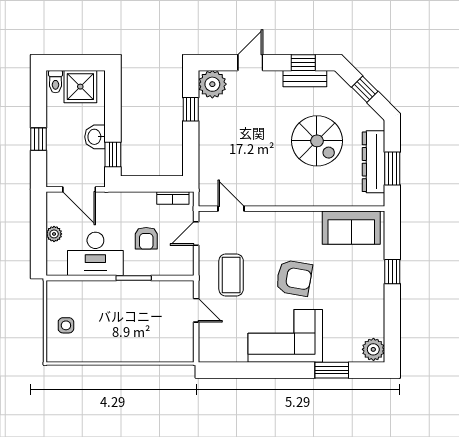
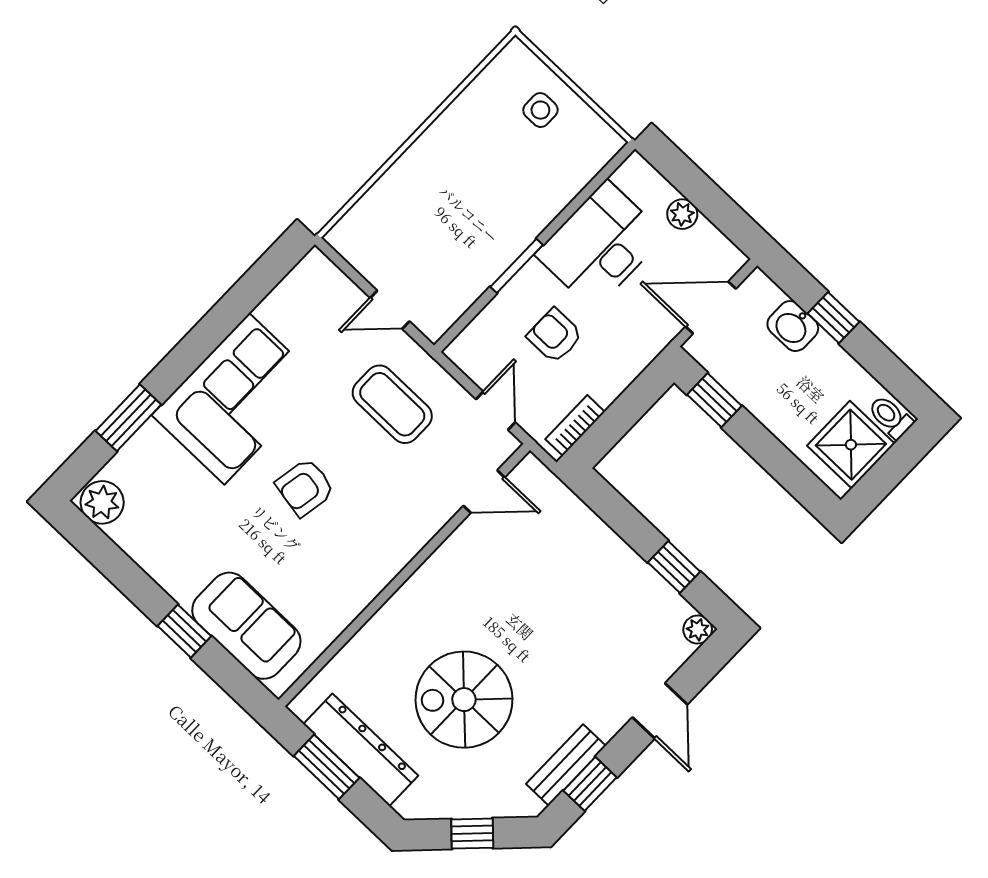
plant: (212, 84) -> (698, 630), width x0.53, depth x0.53
washbasin: (95, 137) -> (793, 326), moved, turned 180
sofa: (351, 228) -> (246, 626), moved, turned 90
armchair: (294, 278) -> (305, 487), width x0.72, depth x0.72

